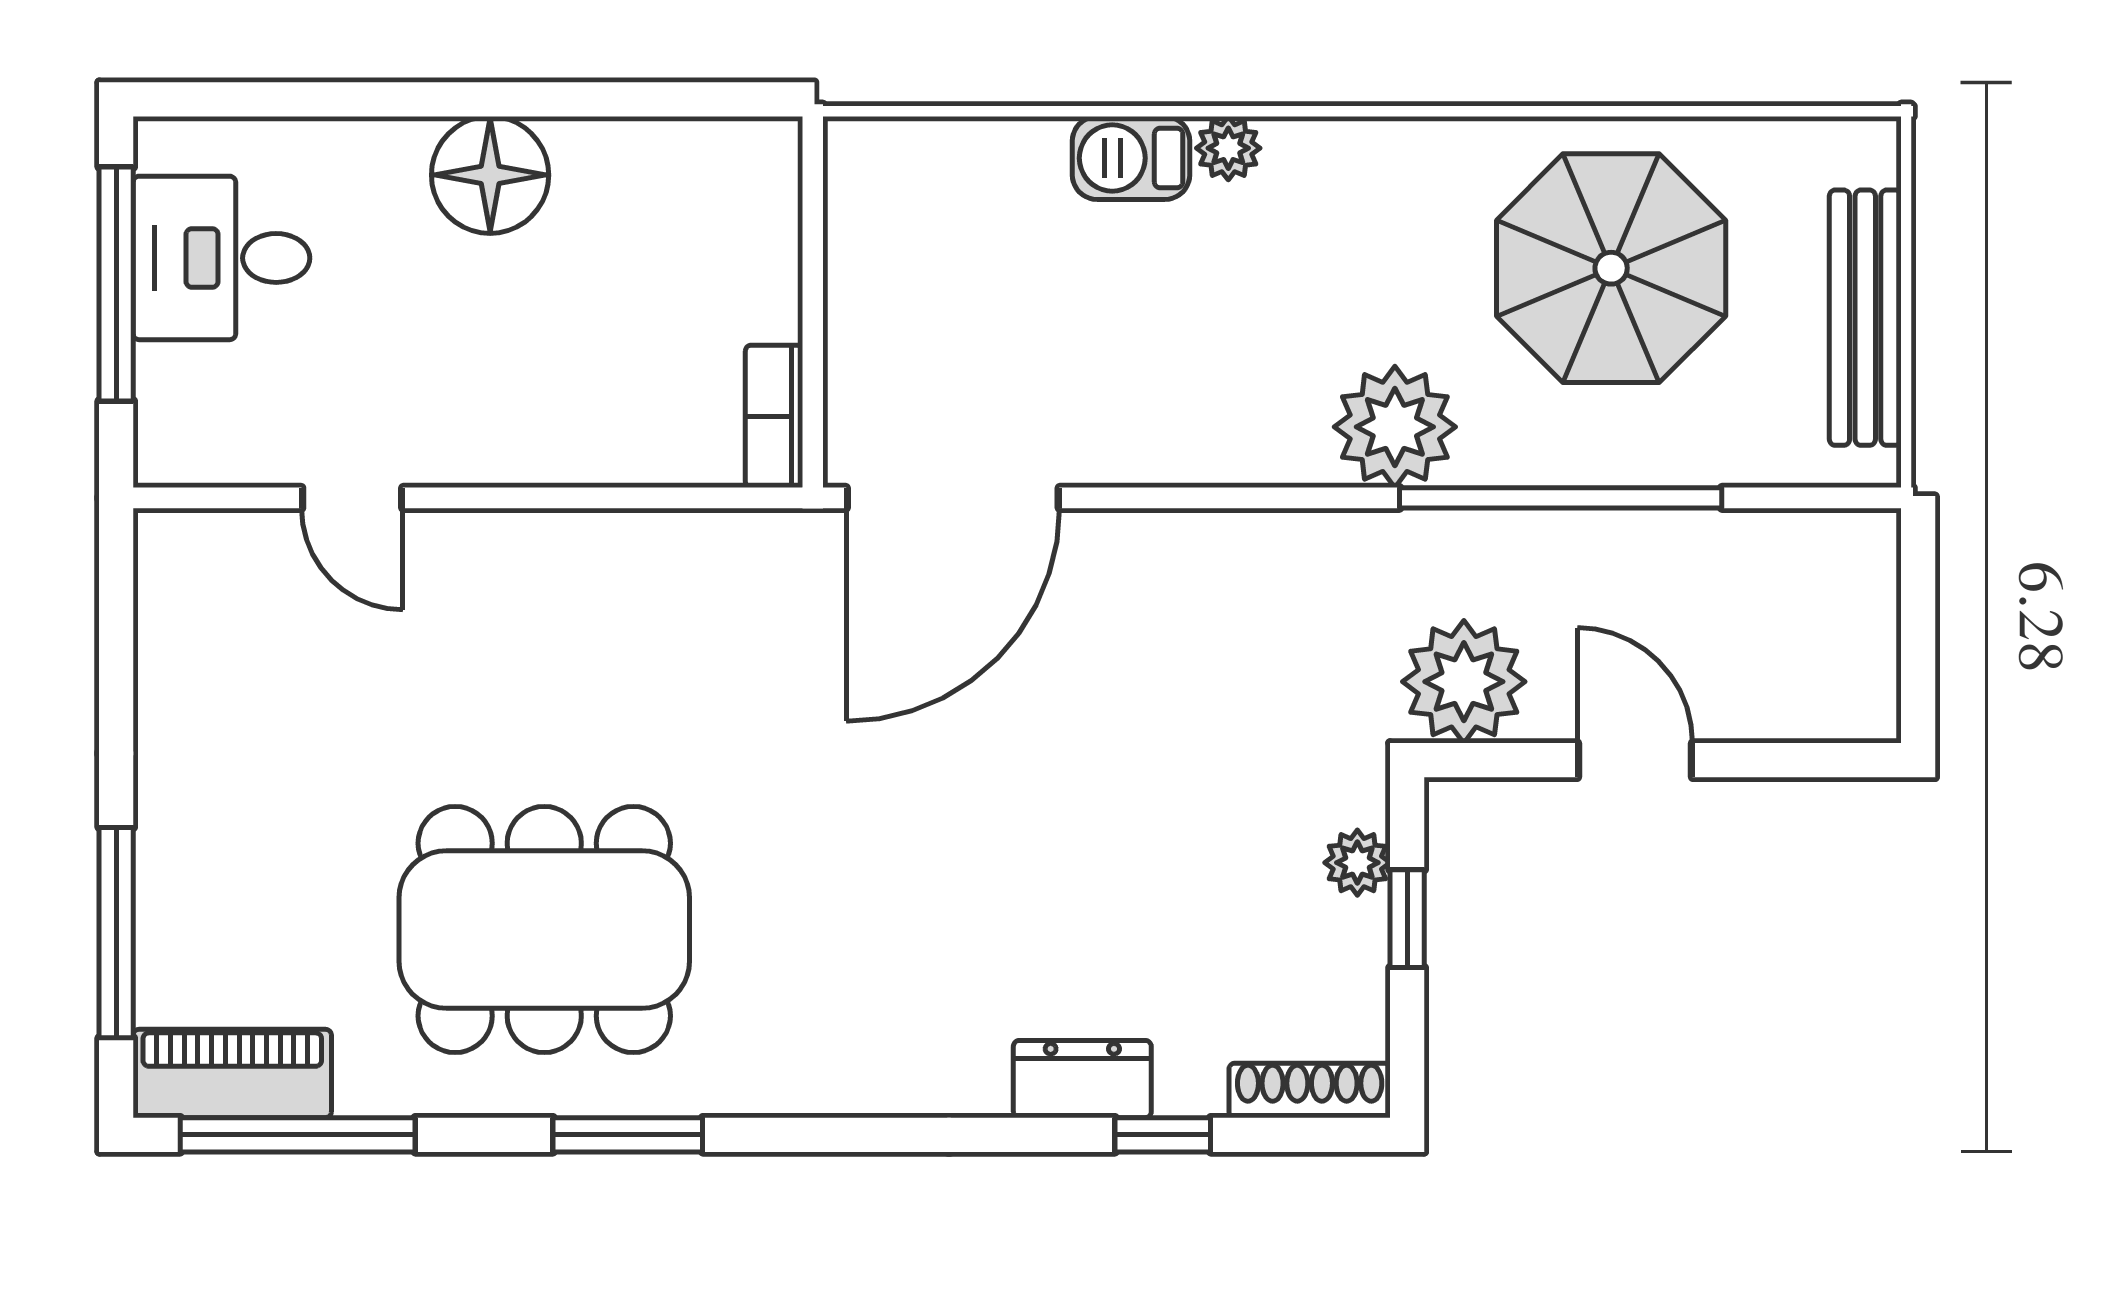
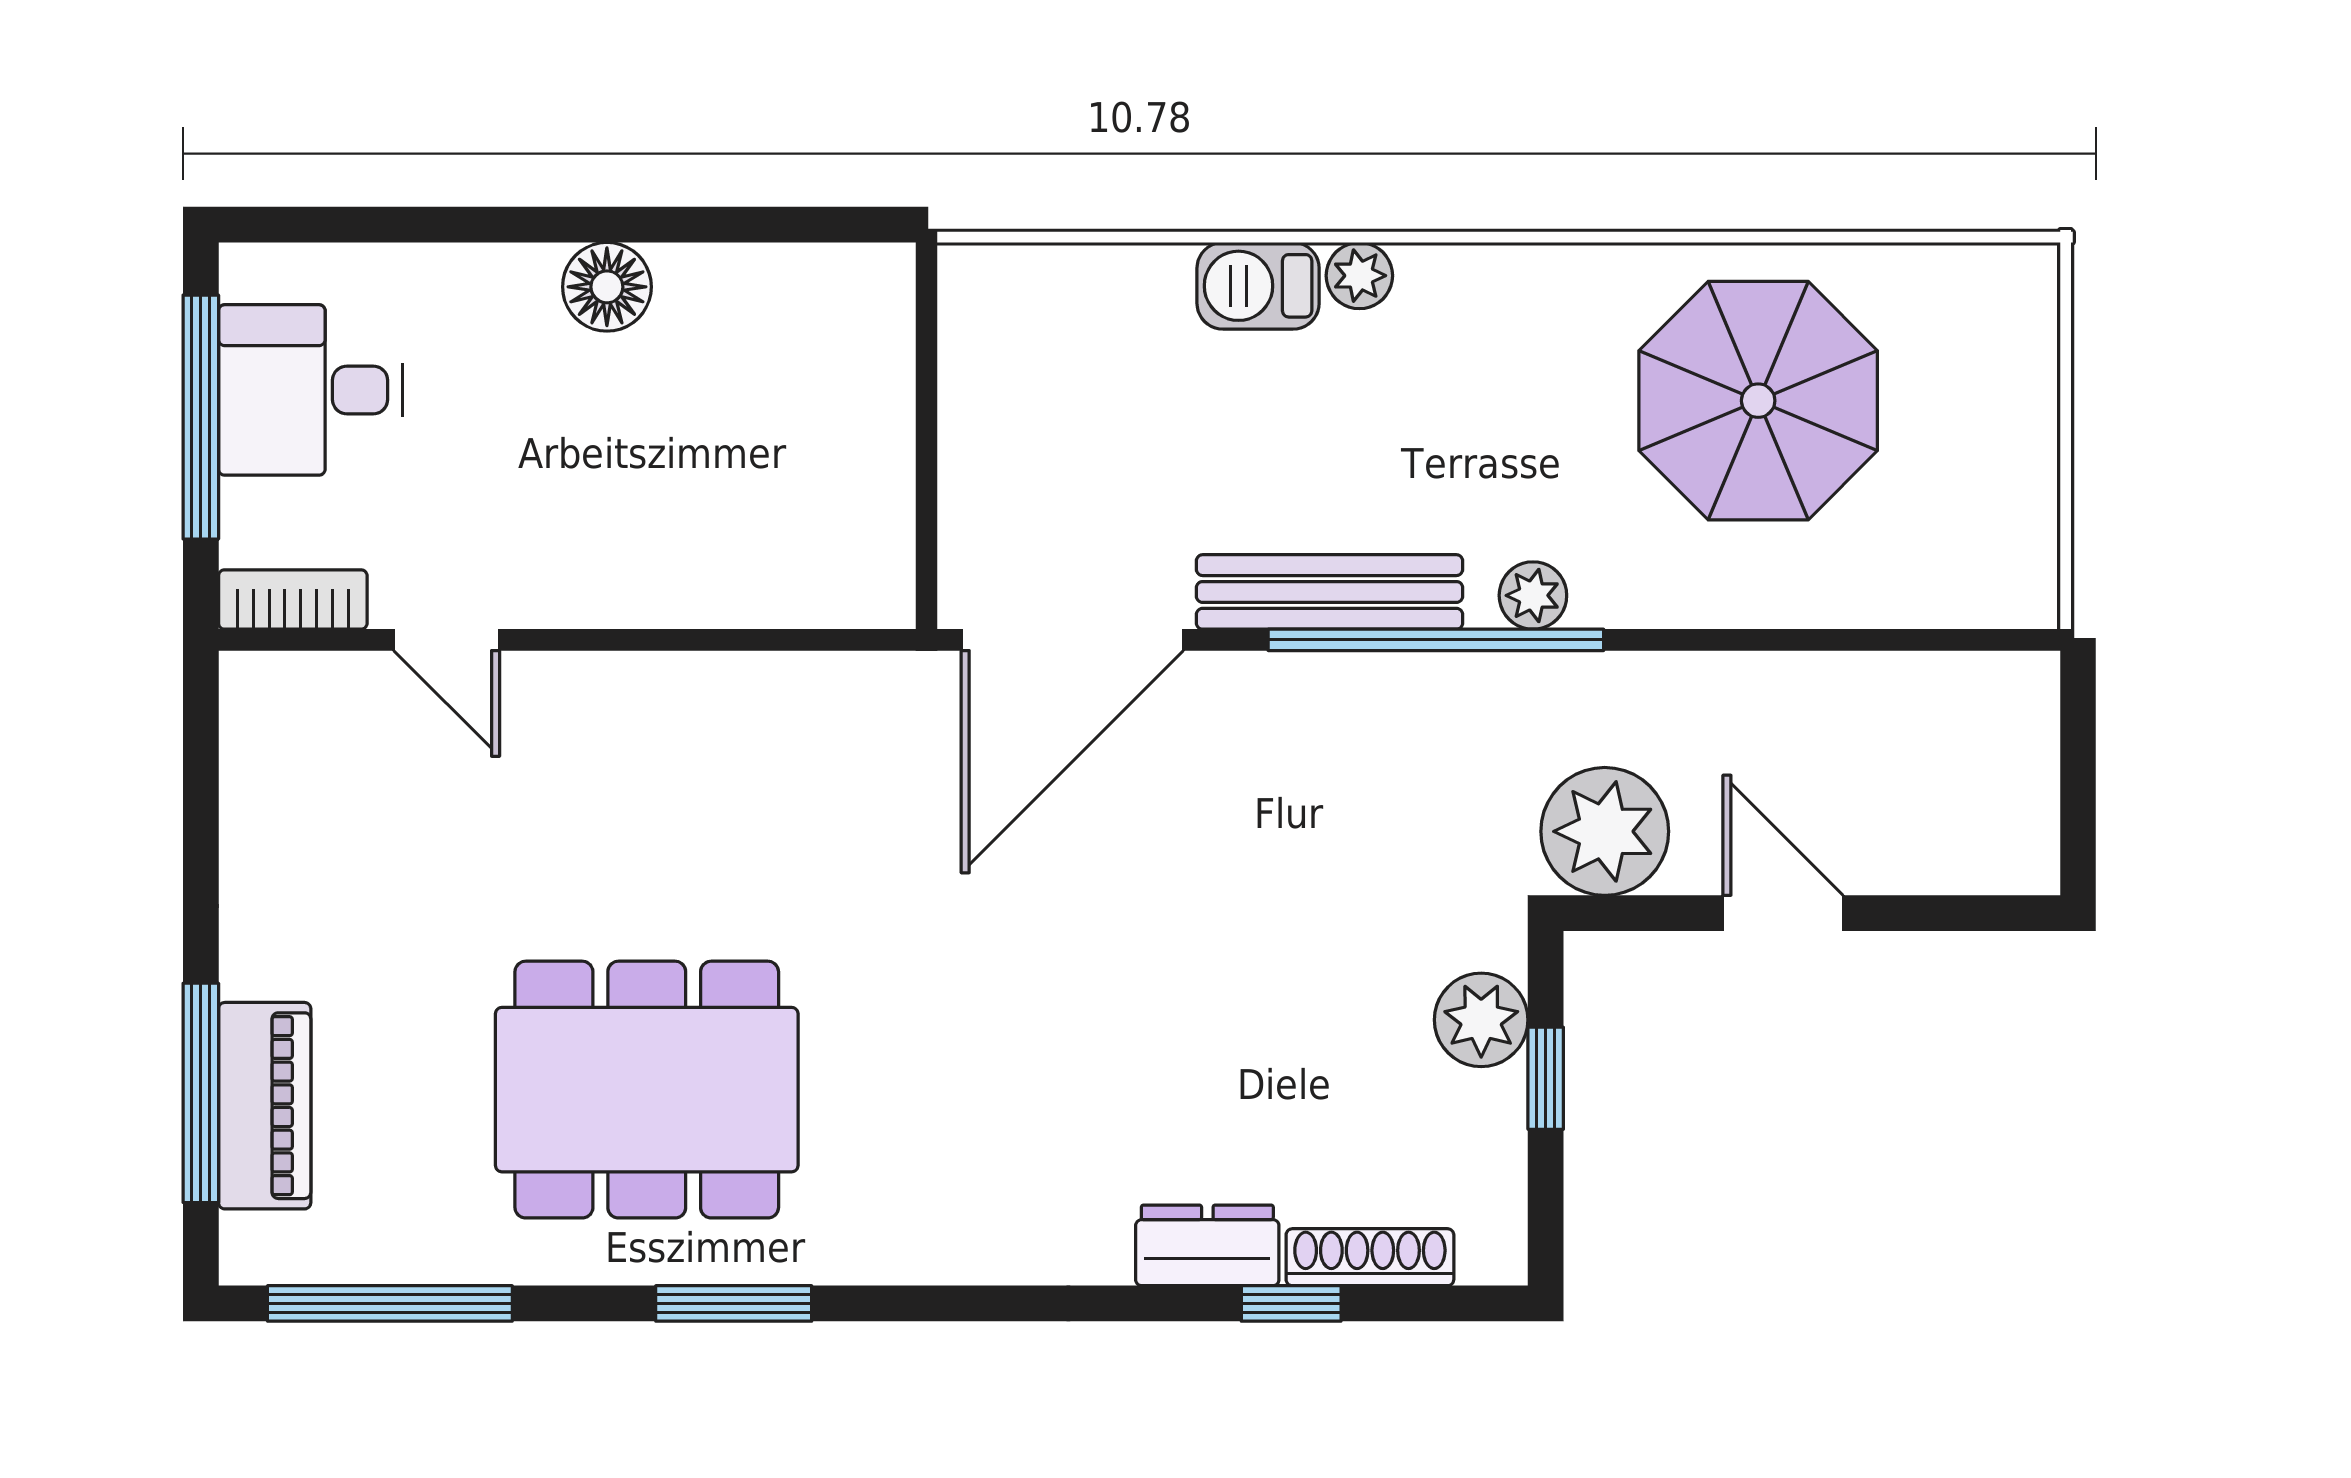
floor lamp: (490, 175) -> (607, 287), width x0.73, depth x0.73
bench: (1865, 318) -> (1330, 592), moved, turned 90
bookcase: (774, 416) -> (293, 600), moved, turned 90
plant: (1395, 427) -> (1533, 595), width x0.53, depth x0.53
window: (1561, 498) -> (1436, 640), moved
plant: (1357, 863) -> (1481, 1020), width x1.38, depth x1.38
piano: (232, 1073) -> (265, 1106), moved, turned 90
shoe rack: (1310, 1090) -> (1370, 1257), moved

